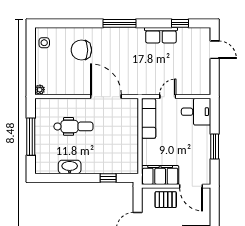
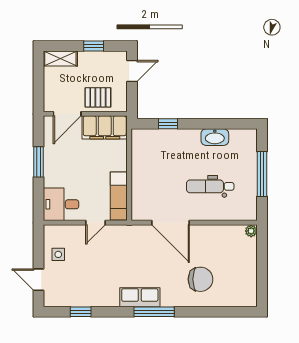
row of seats: (161, 35) -> (140, 297), moved
side table: (44, 43) -> (58, 254), moved
door: (191, 186) -> (67, 114), swing flipped

